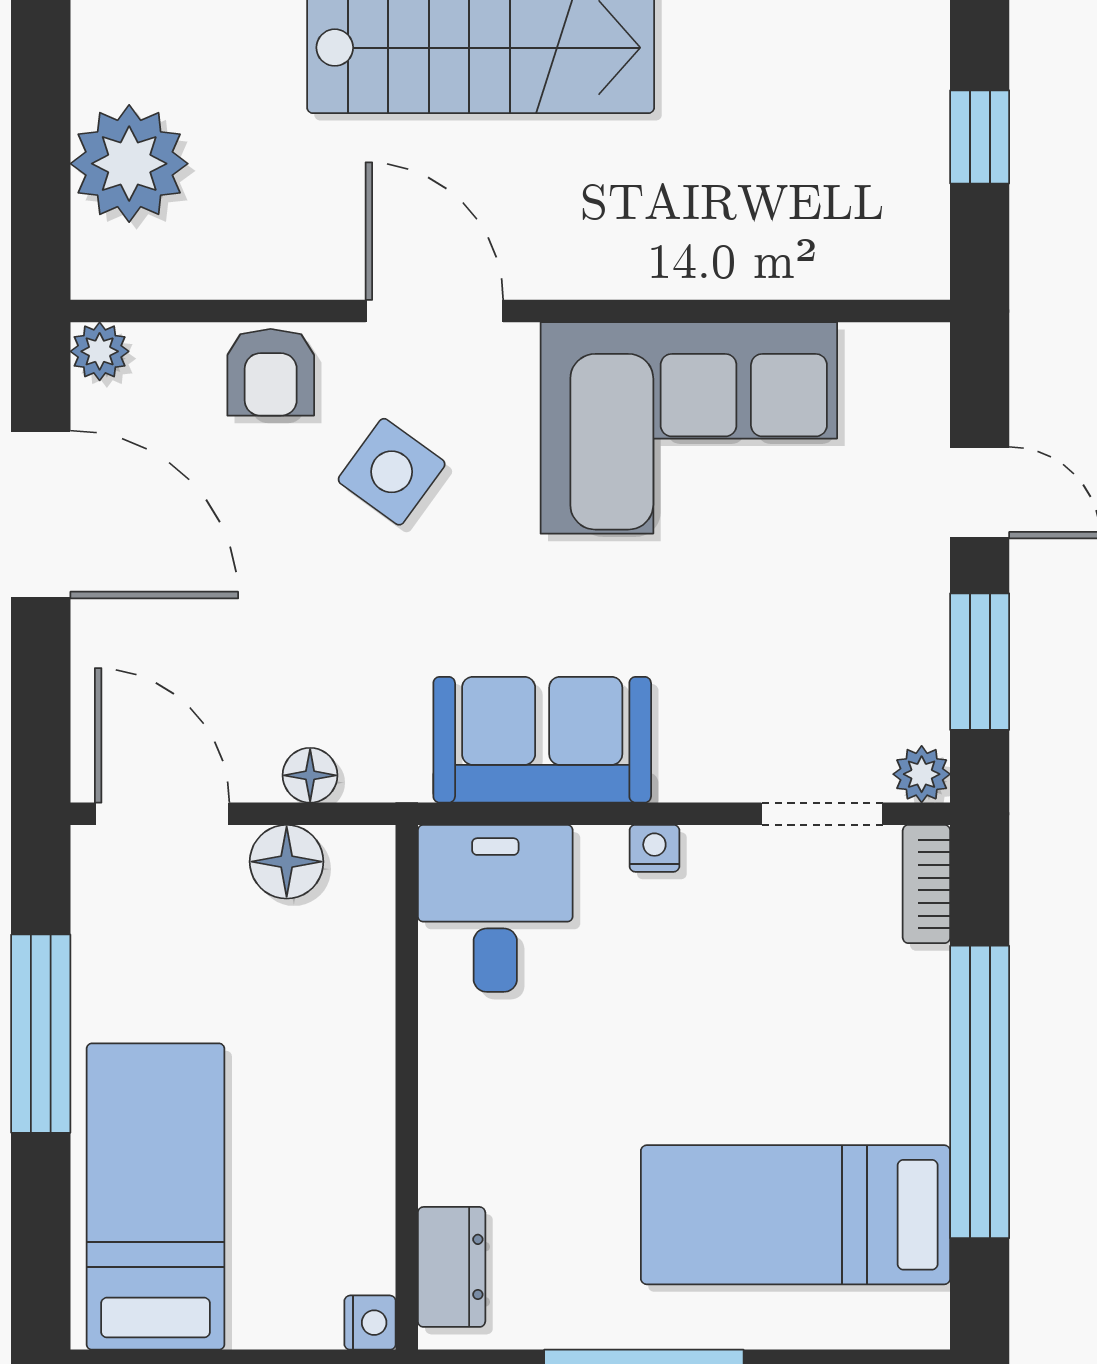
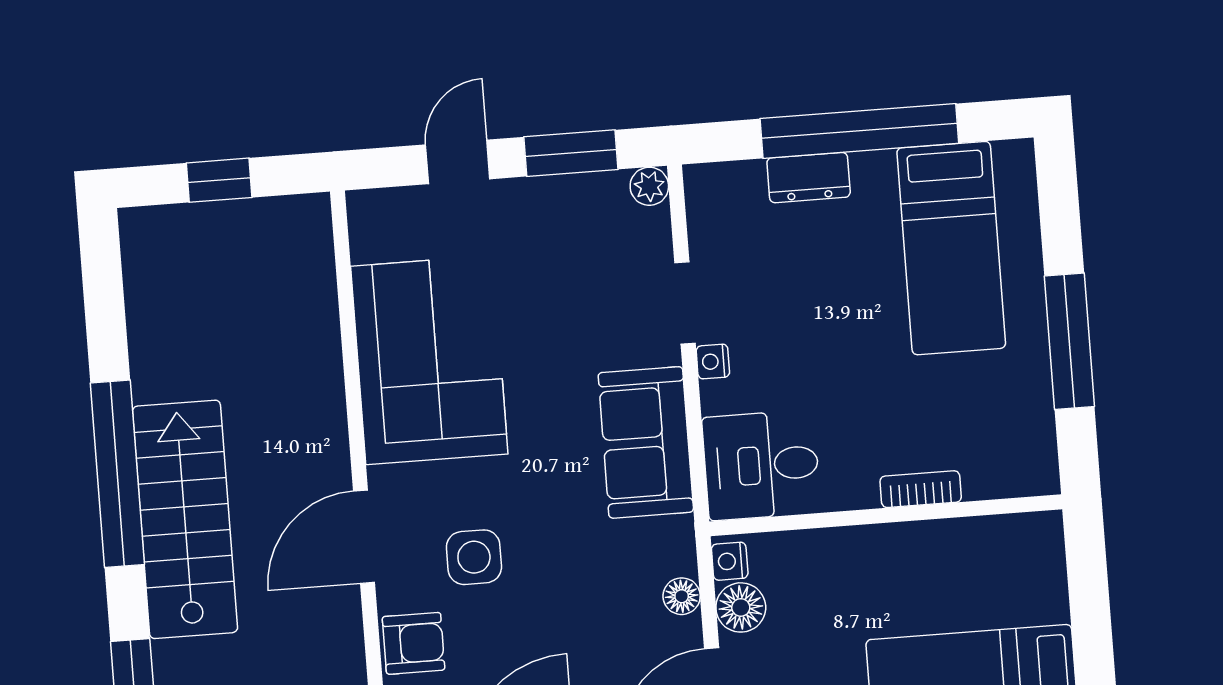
side table: (392, 472) -> (474, 557), turned -36
doorway: (822, 814) -> (685, 303), moved
bookcase: (926, 884) -> (921, 489), moved, turned 180
dresser: (452, 1267) -> (809, 178), moved, turned 180
nightstand: (370, 1323) -> (730, 561), moved, turned -90

